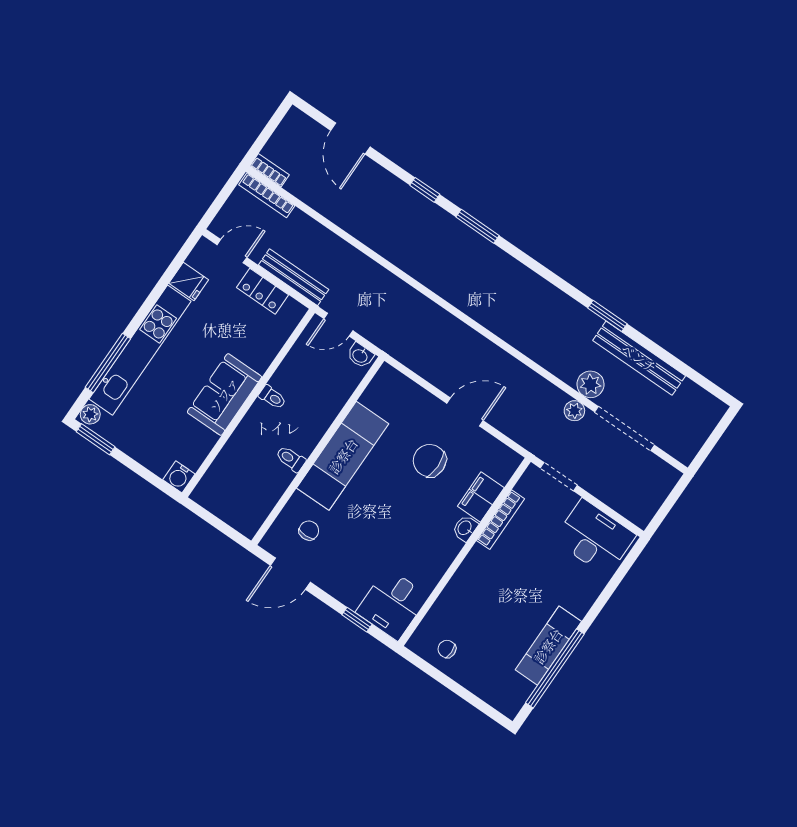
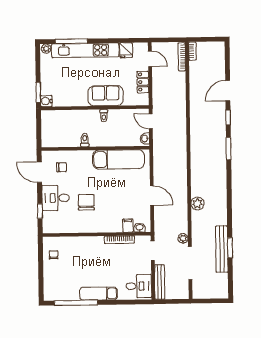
door: (350, 139) -> (228, 91), moved
bench: (294, 277) -> (160, 282), moved
window: (607, 316) -> (230, 248), moved
plant: (590, 384) -> (197, 203), moved
sofa: (224, 395) -> (106, 96), moved
window: (96, 439) -> (38, 92), moved
exam couch: (343, 456) -> (119, 159), moved
chair: (430, 461) -> (86, 202), moved
filing cabinet: (481, 497) -> (128, 226), width x0.50
washbasin: (465, 528) -> (140, 228), moved
desk: (595, 538) -> (139, 286), width x0.73
desk: (392, 604) -> (56, 198), moved
exam couch: (548, 646) -> (98, 294), moved

